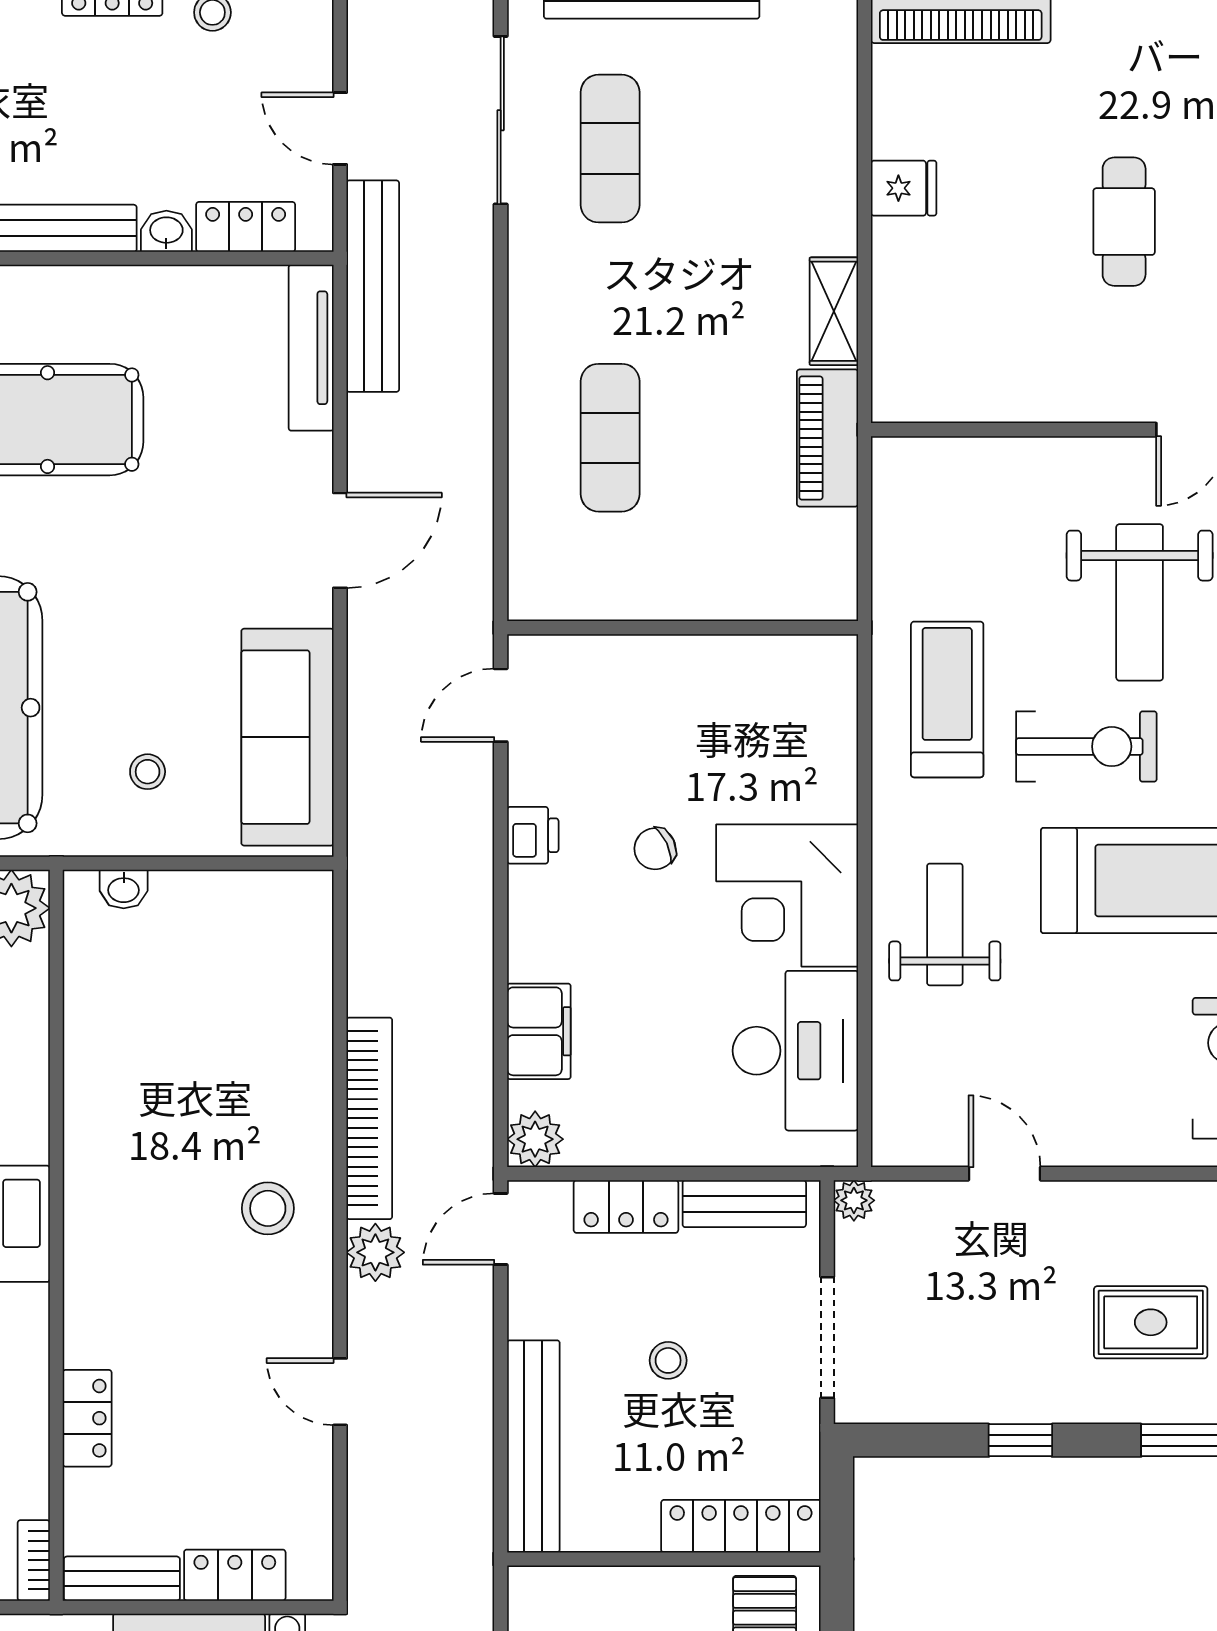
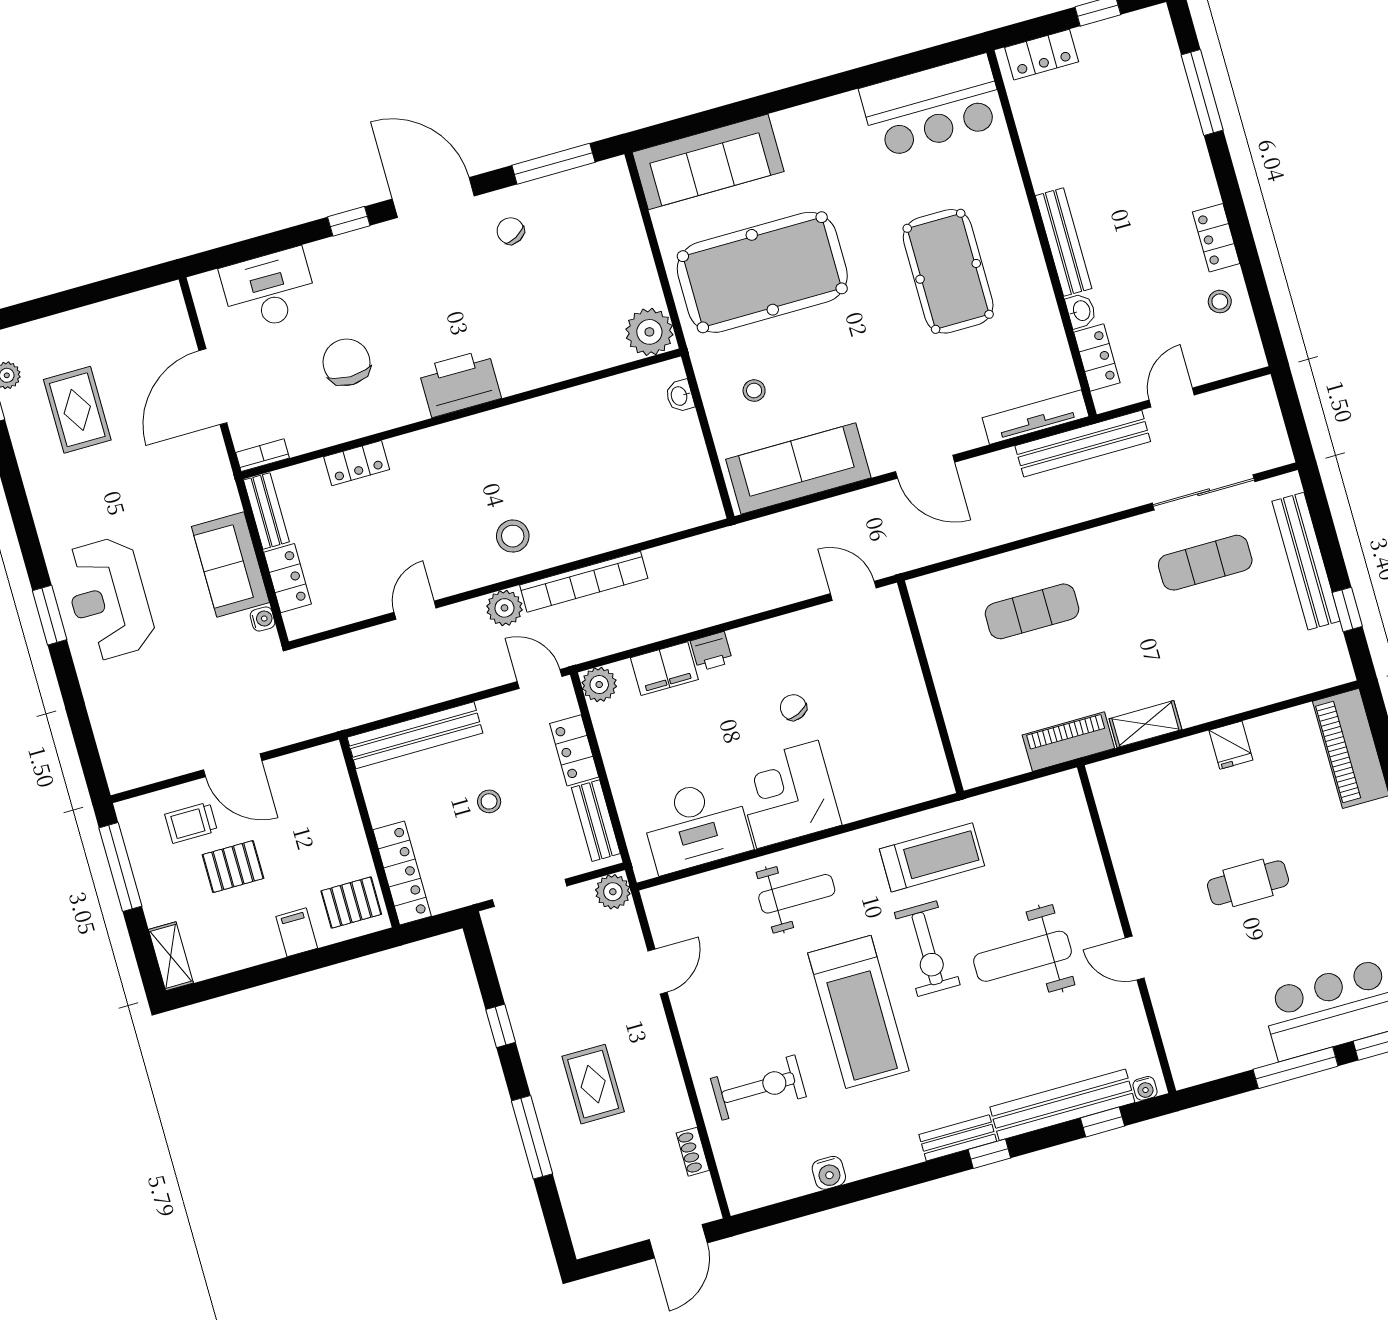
printer: (533, 835) -> (712, 651), moved
plant: (854, 1200) -> (613, 892), width x1.38, depth x1.38

